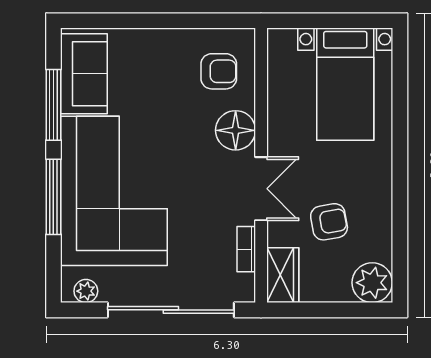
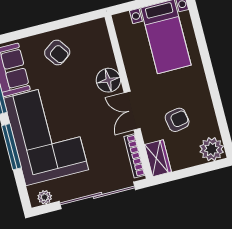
armchair: (219, 71) -> (57, 52), moved, turned 55
double door: (261, 189) -> (132, 111), swing flipped
bookcase: (246, 249) -> (134, 156), width x1.56

